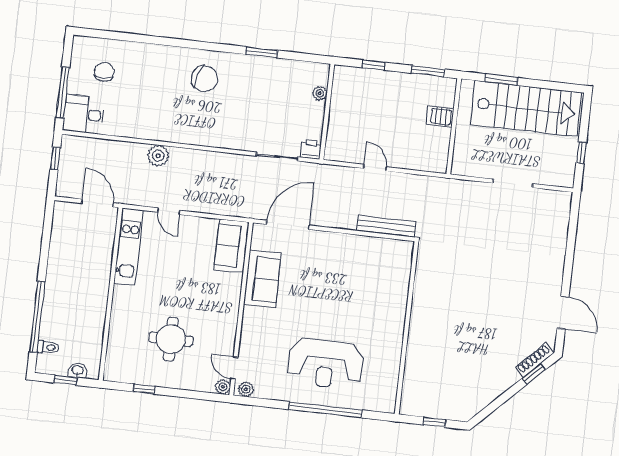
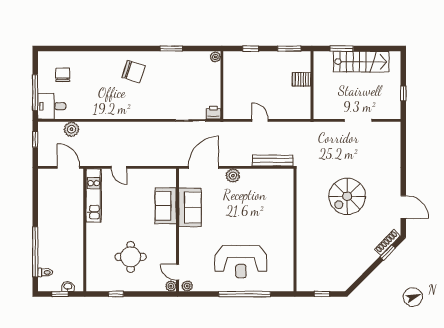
plant: (320, 93) -> (215, 57), moved
stairs: (526, 109) -> (361, 62), width x0.73, depth x0.66
plant: (158, 156) -> (71, 129), moved
plant: (328, 241) -> (233, 176), added
sofa: (231, 246) -> (166, 206), moved
spiral stairs: (485, 289) -> (347, 196), added

